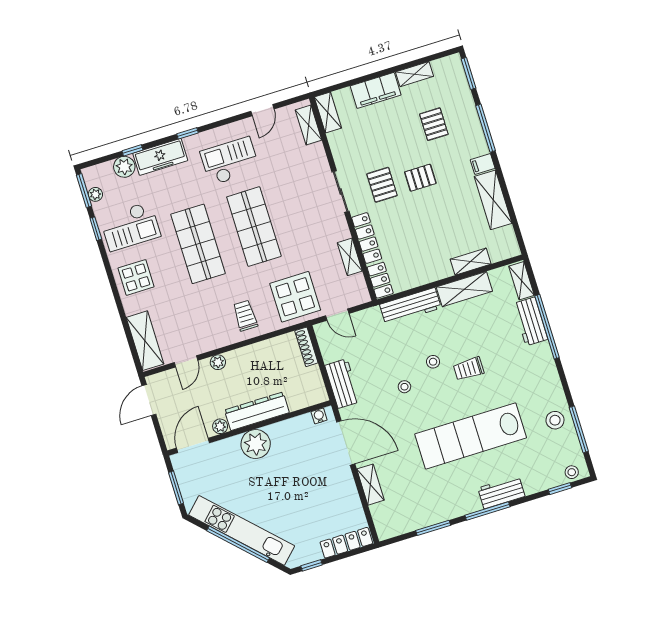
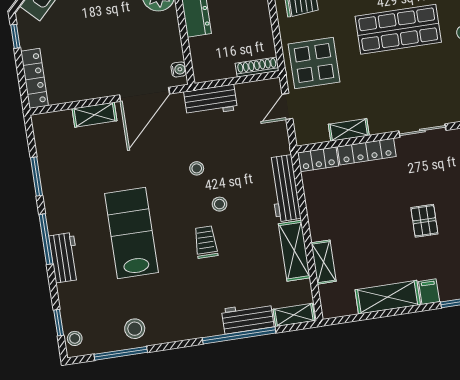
pallet: (382, 185) -> (423, 177), removed
lab bench: (471, 436) -> (131, 233), width x0.73

